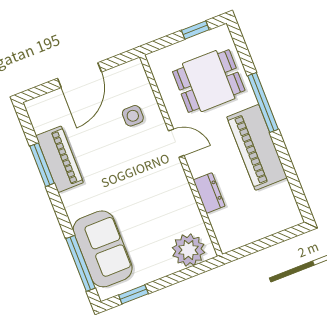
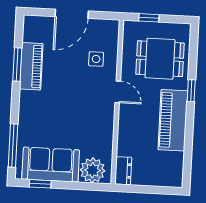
window: (195, 30) -> (149, 18), moved
window: (263, 102) -> (191, 91), width x0.46
dresser: (209, 193) -> (123, 171), moved
sofa: (103, 249) -> (51, 165), moved, turned -90

